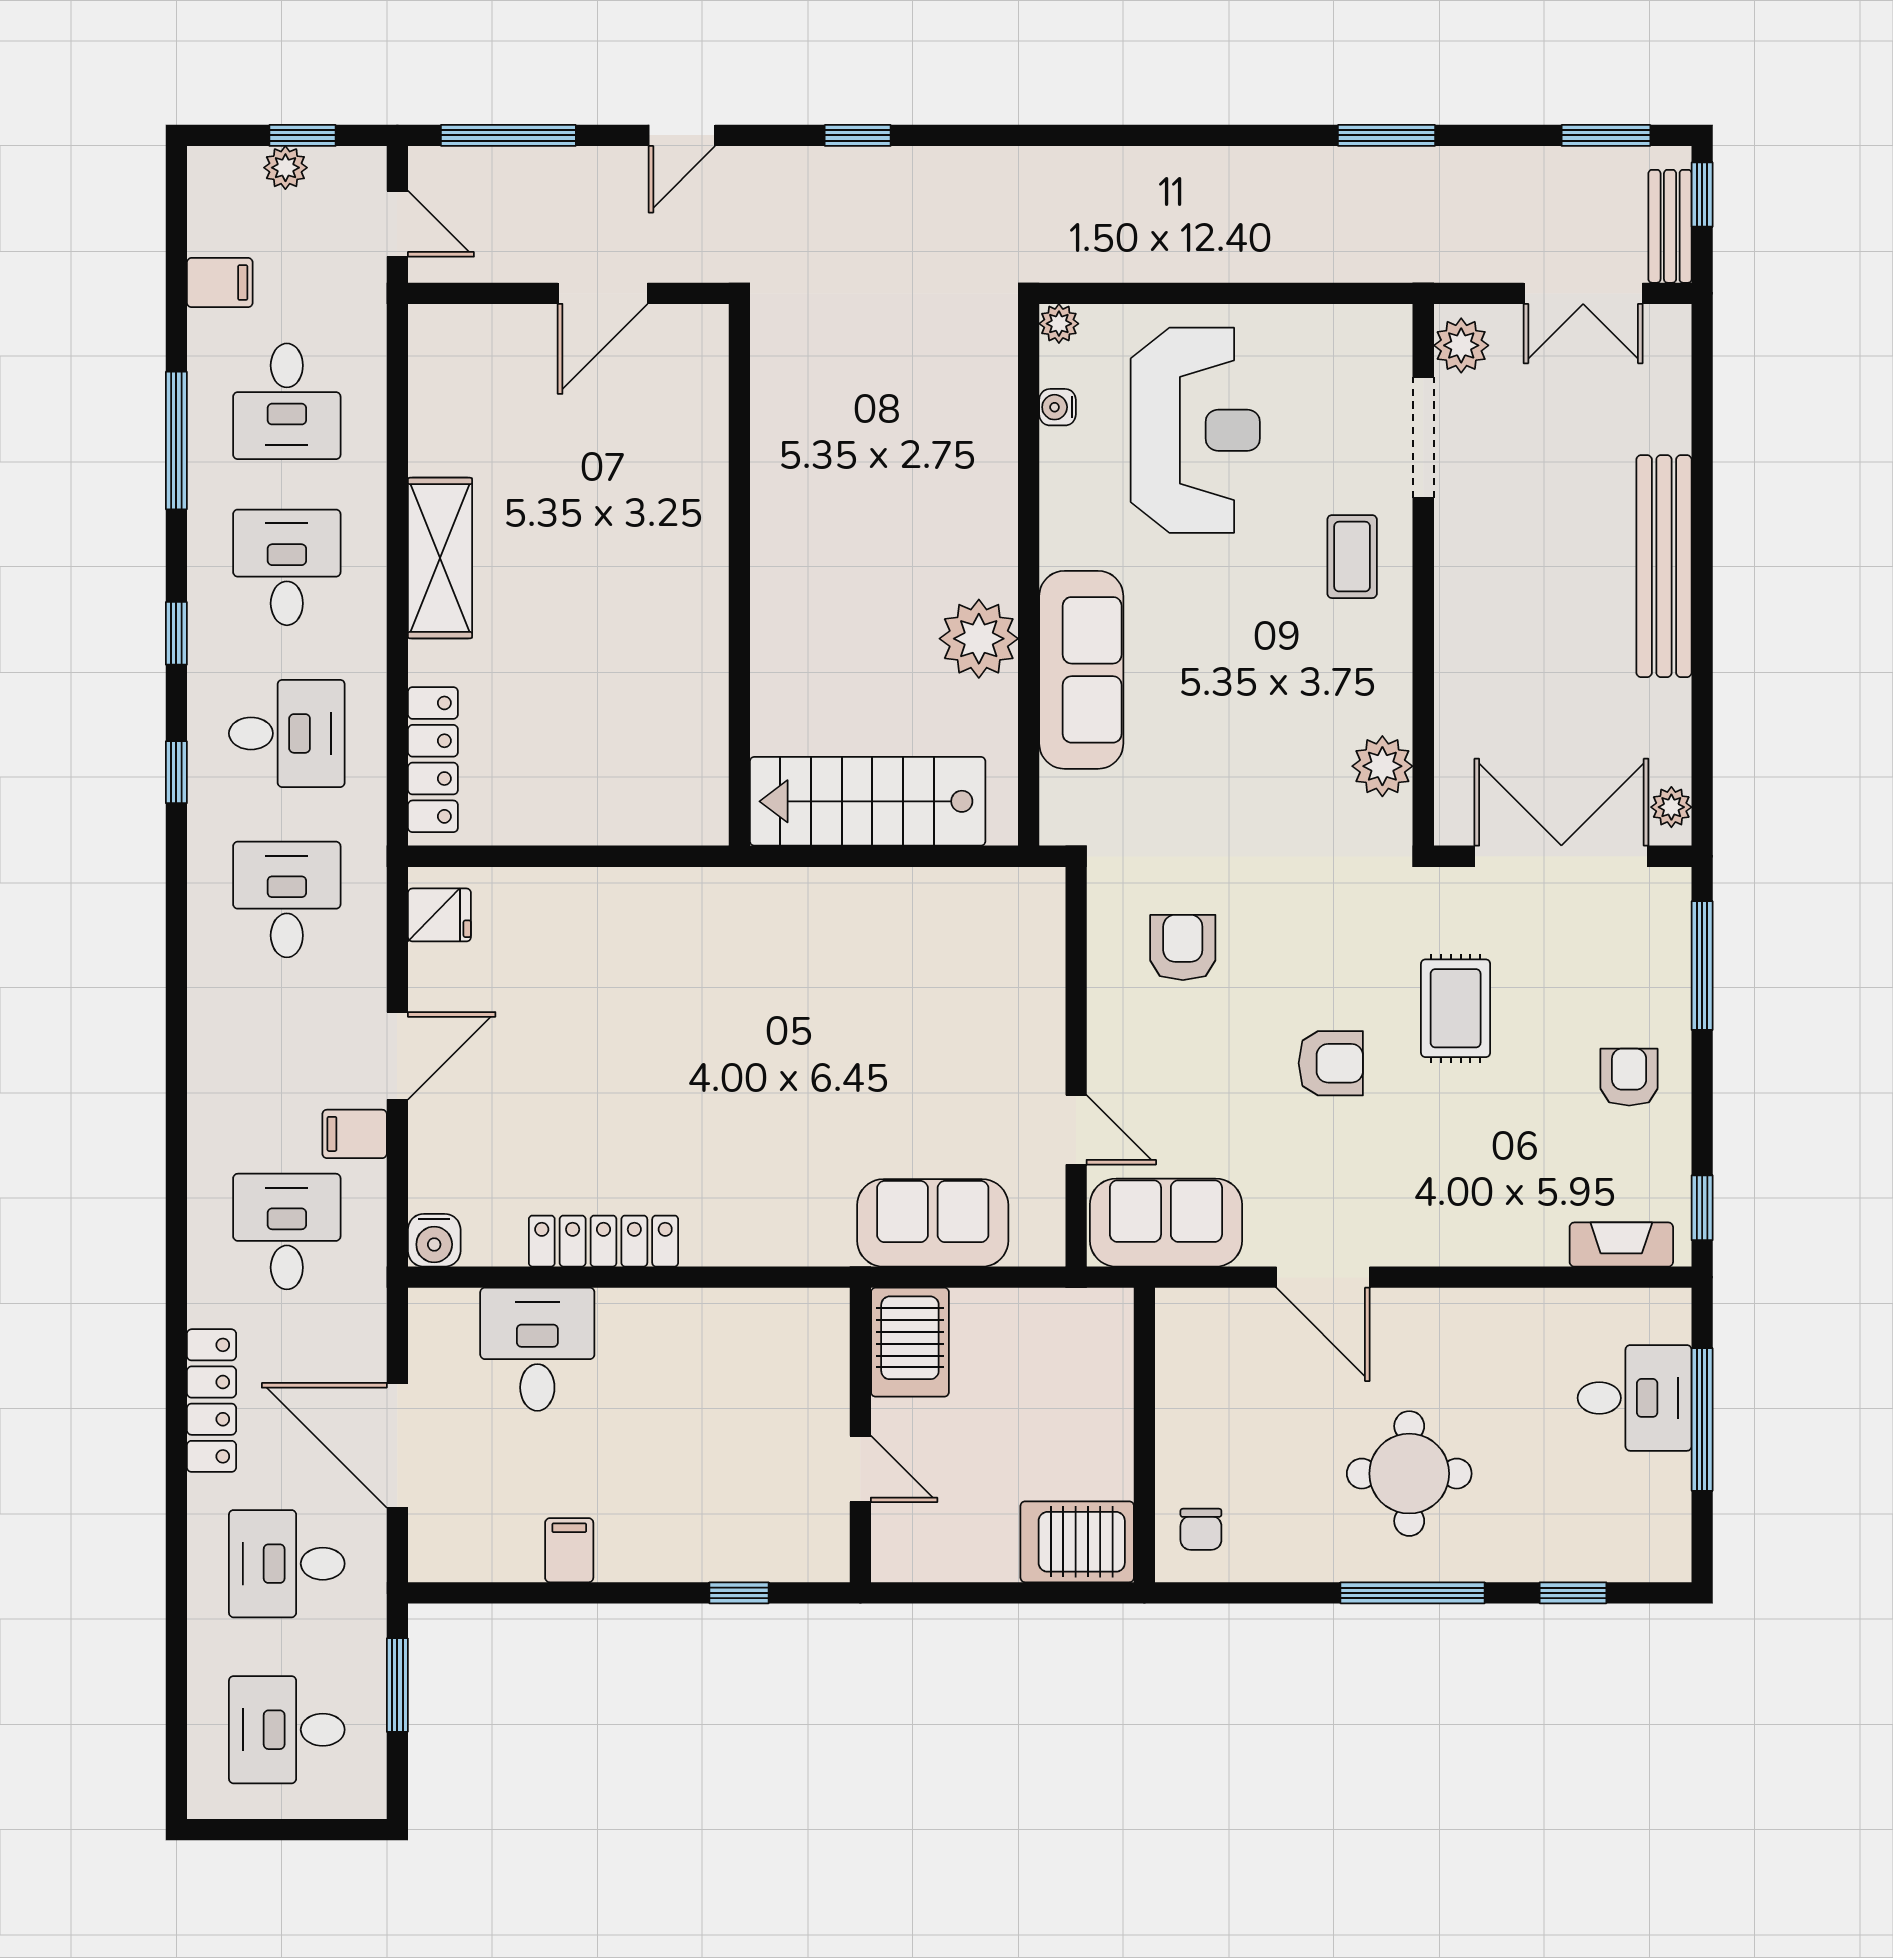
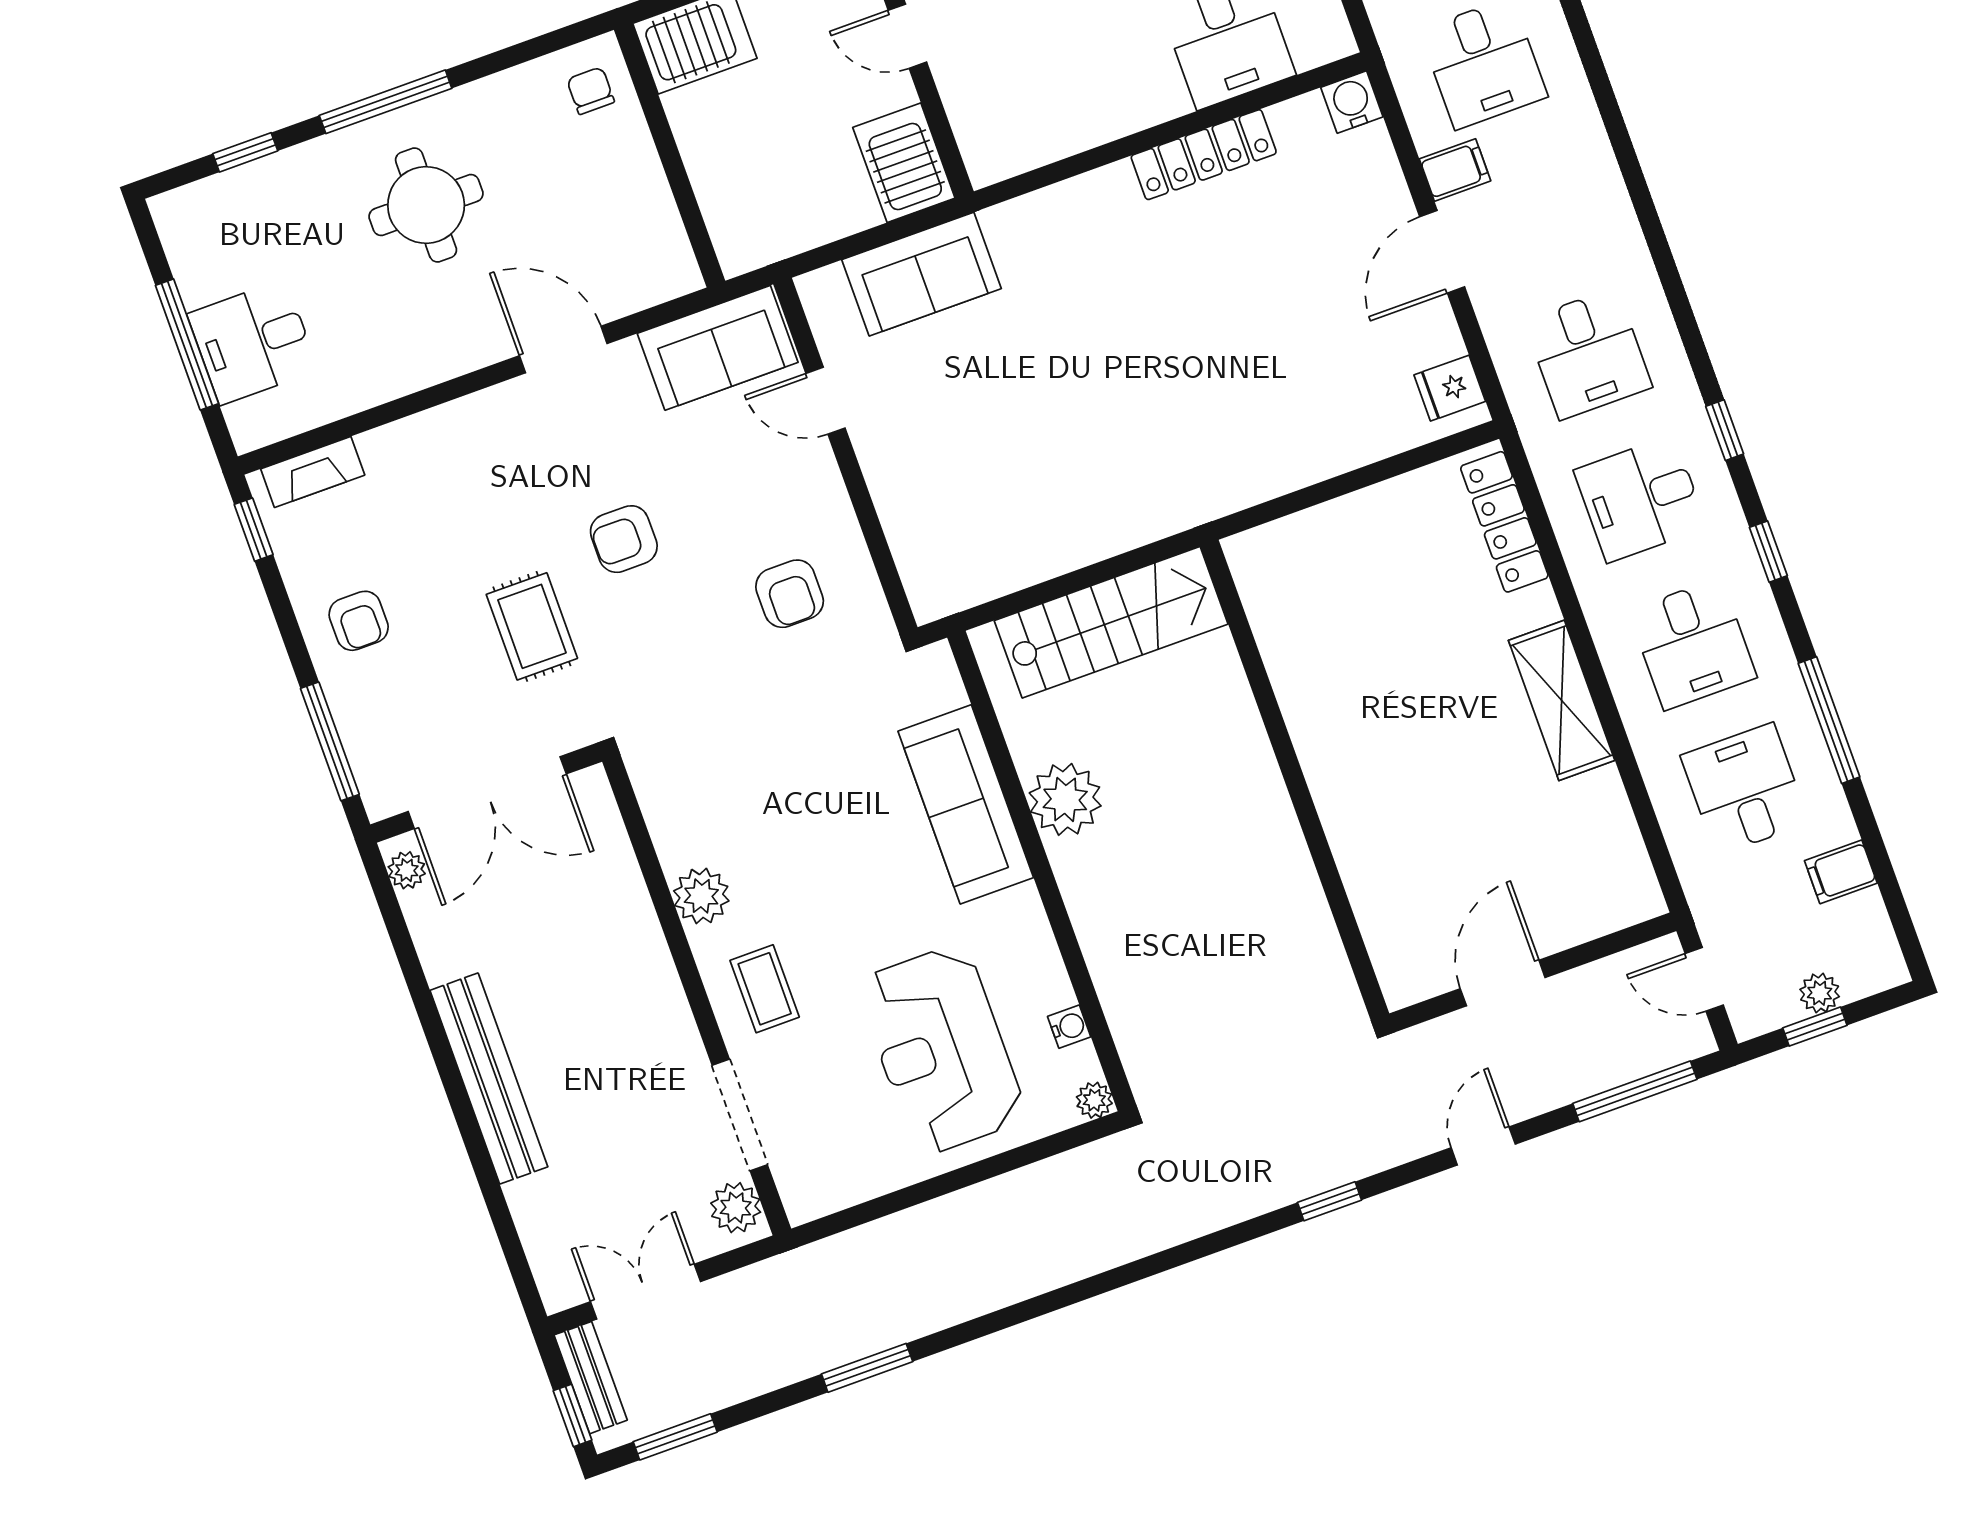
plant: (1382, 766) -> (701, 896), moved

